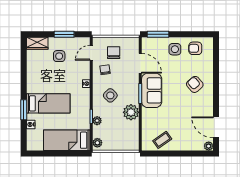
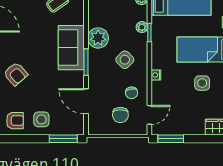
window: (64, 34) -> (171, 139), moved
side table: (59, 56) -> (202, 83), moved
sofa: (152, 90) -> (71, 48), moved

